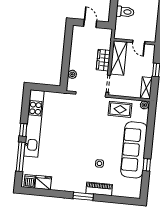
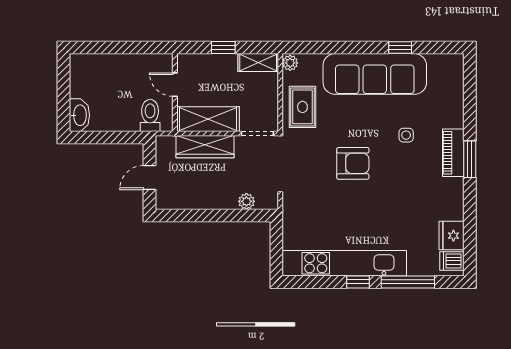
toilet: (125, 12) -> (150, 115), moved
door: (139, 42) -> (175, 85), swing flipped
wardrobe: (103, 60) -> (205, 147), width x1.50
armchair: (87, 133) -> (353, 163), added
piano: (99, 189) -> (453, 153), moved

